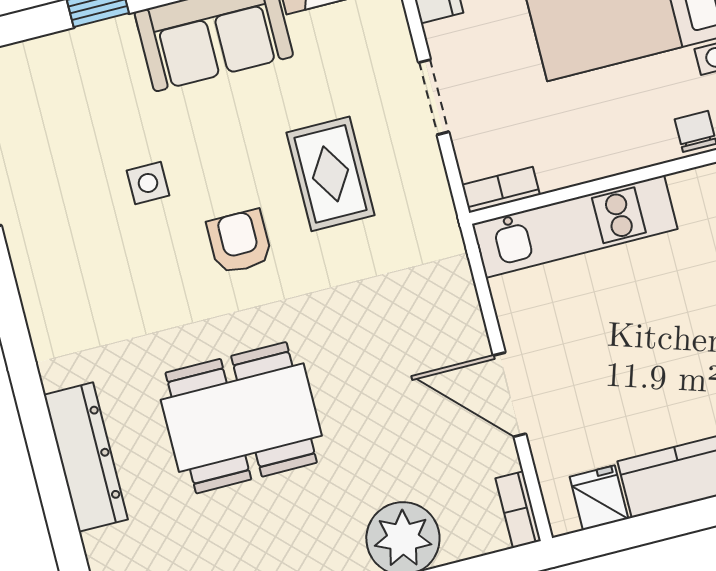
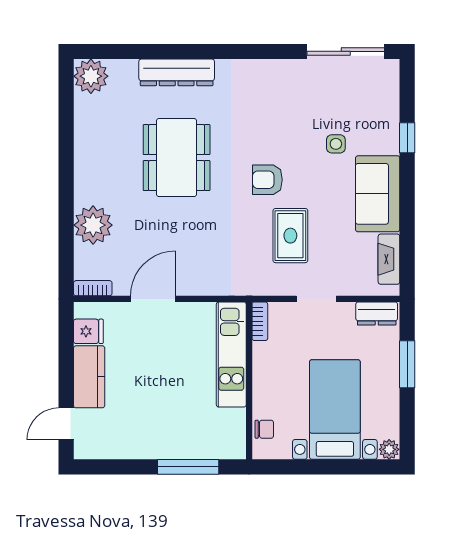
rug: (331, 174) -> (290, 236), turned 90
side table: (148, 183) -> (336, 144), moved
armchair: (239, 242) -> (267, 180), turned 180

